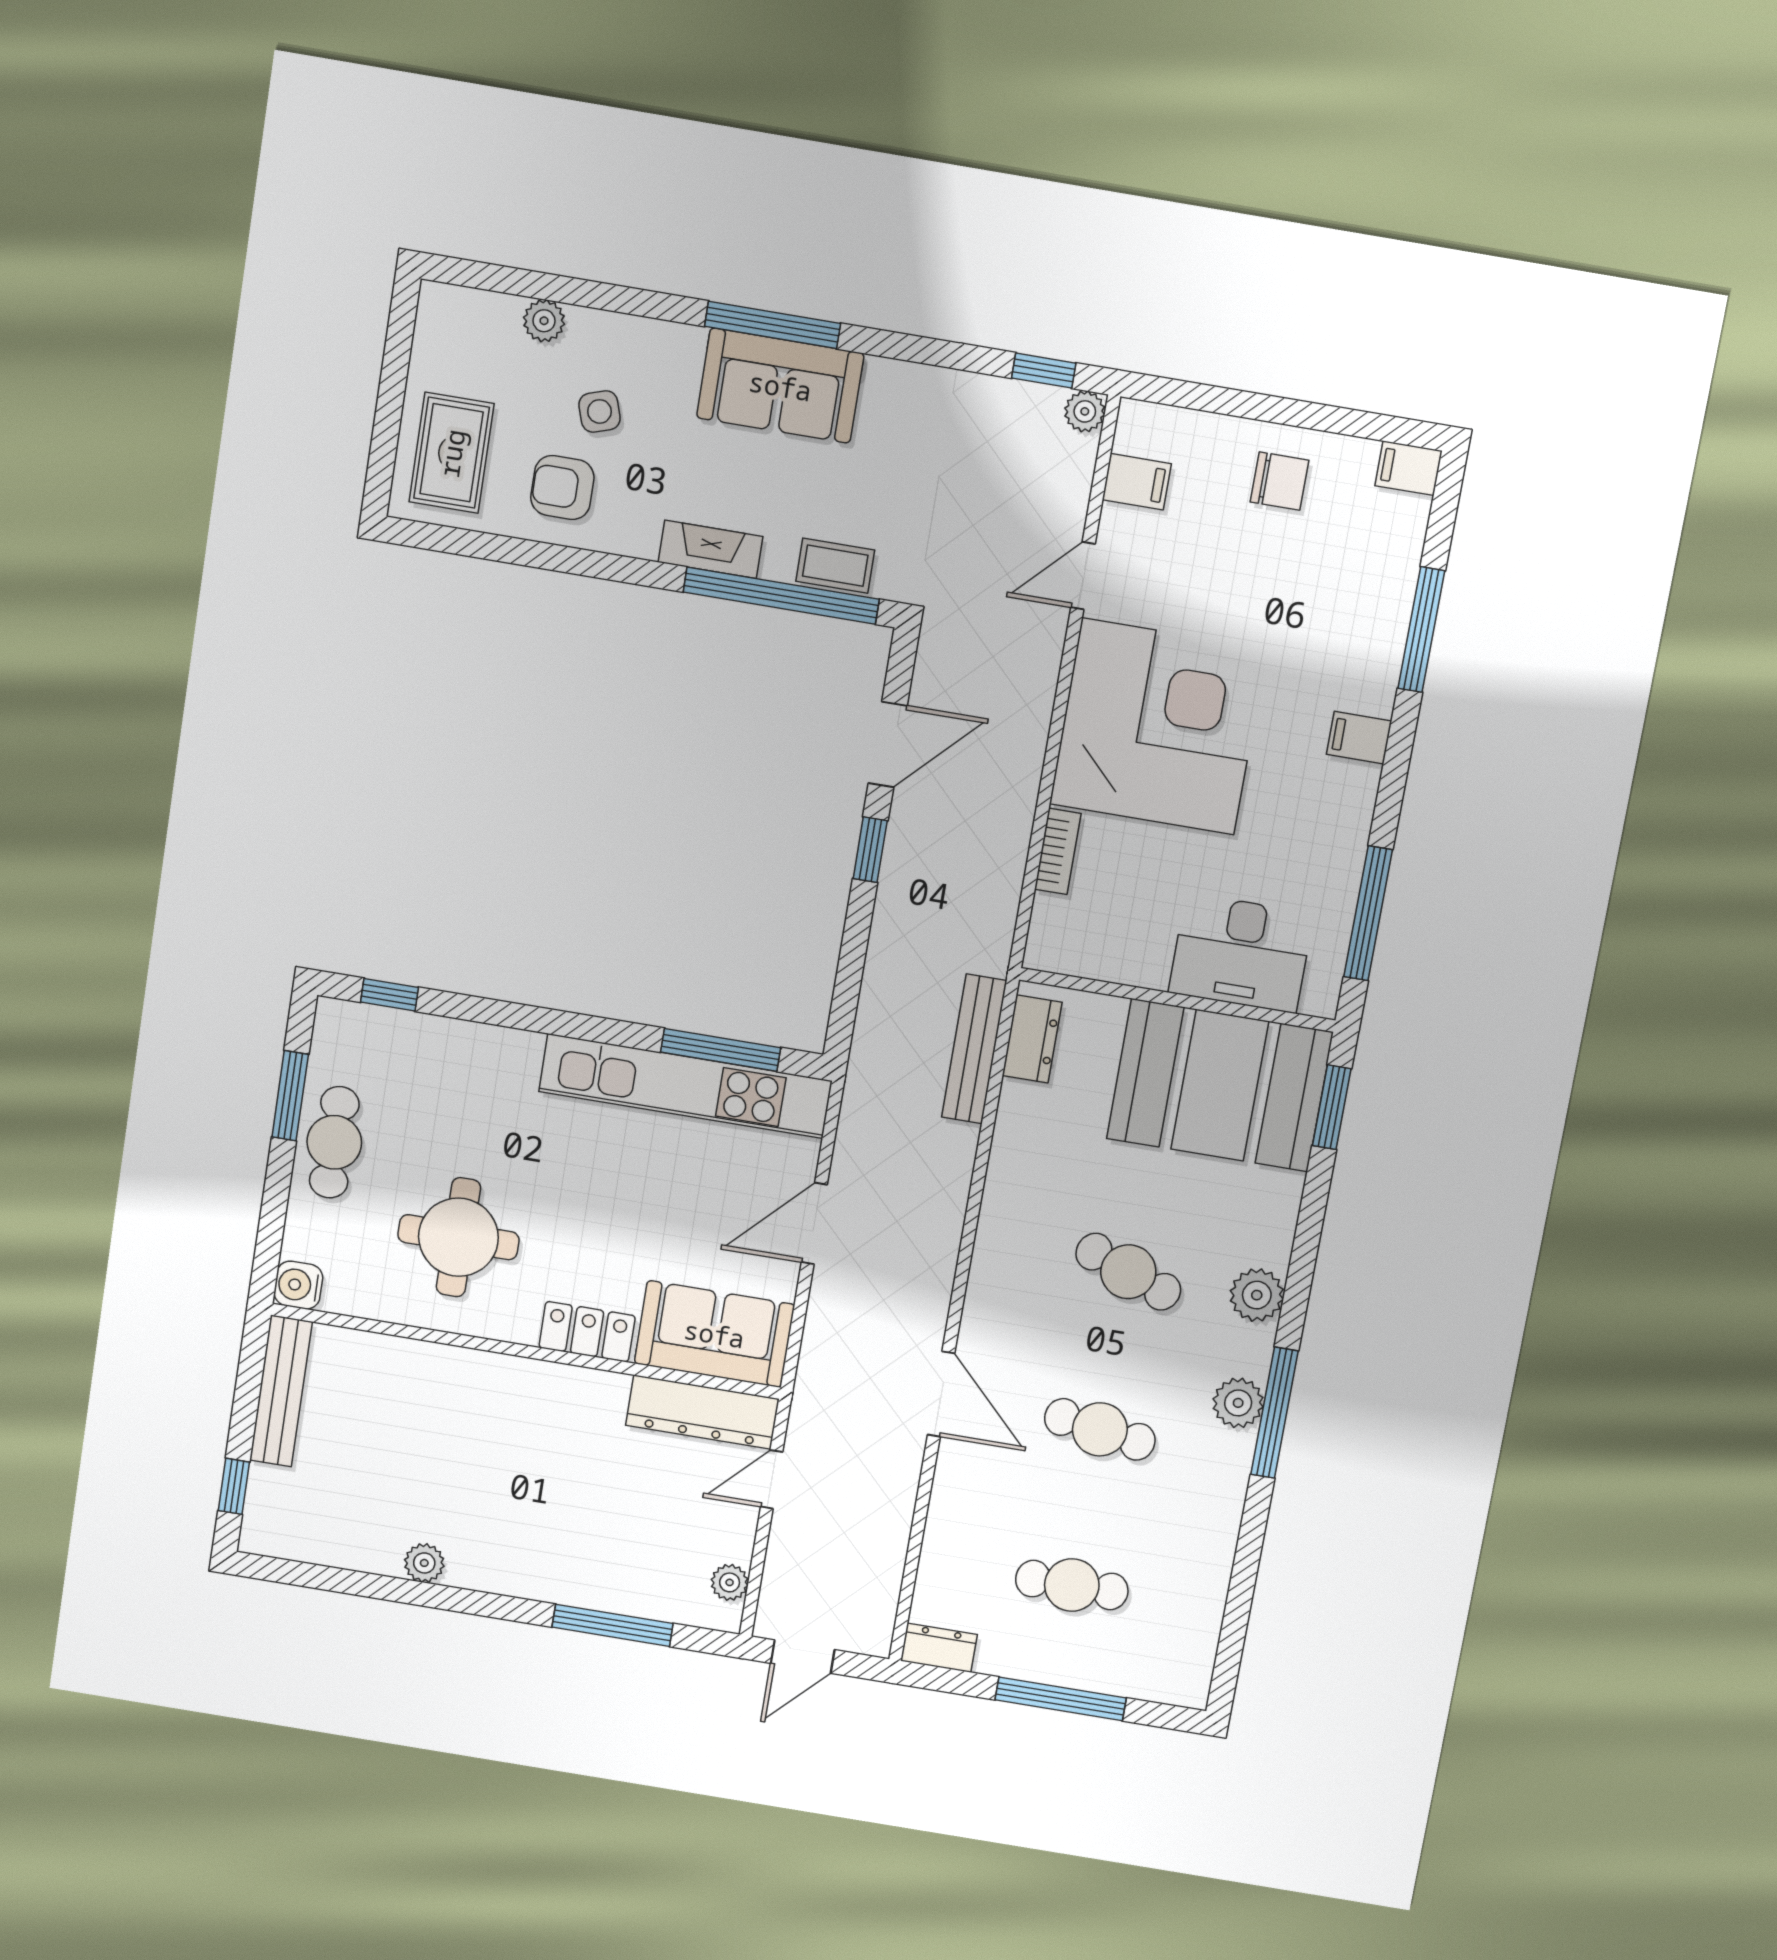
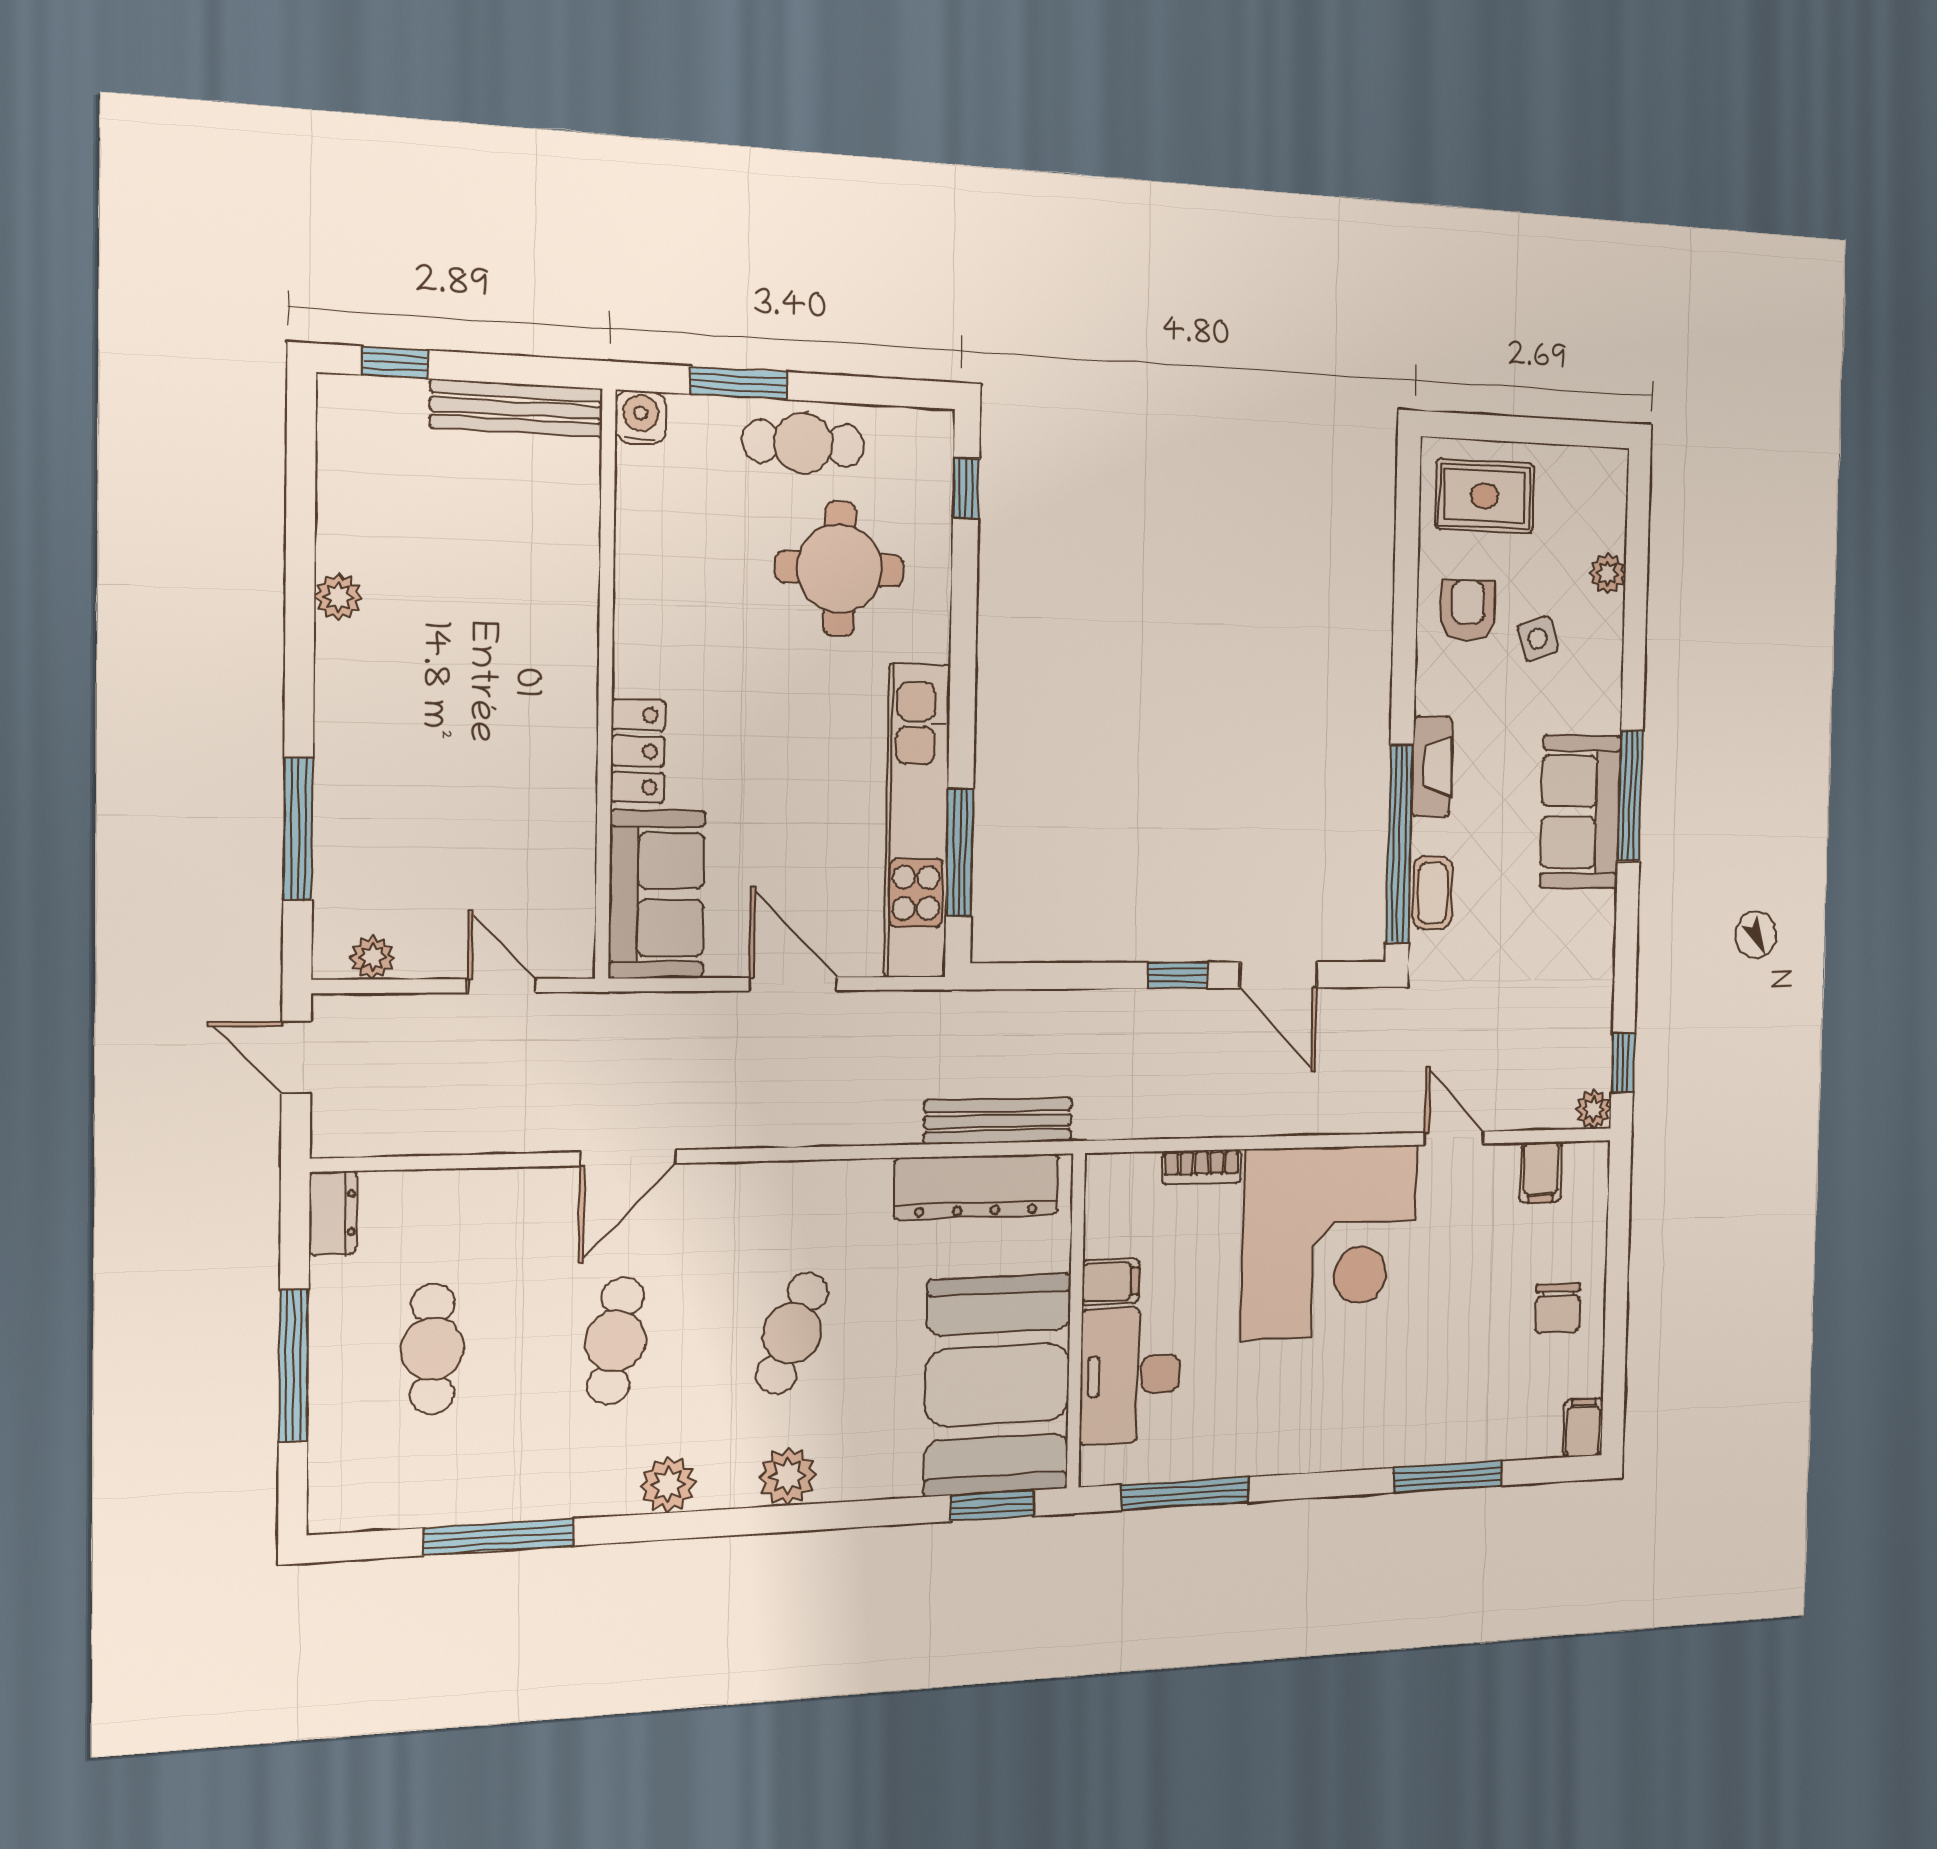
filing cabinet: (1359, 738) -> (1110, 1282), moved, turned 90
dresser: (1032, 1039) -> (977, 1187), width x1.96, depth x1.24
window: (290, 1096) -> (739, 383), moved
round table: (458, 1237) -> (840, 569), moved
dresser: (702, 1412) -> (567, 895), removed
window: (1274, 1413) -> (499, 1537), moved

